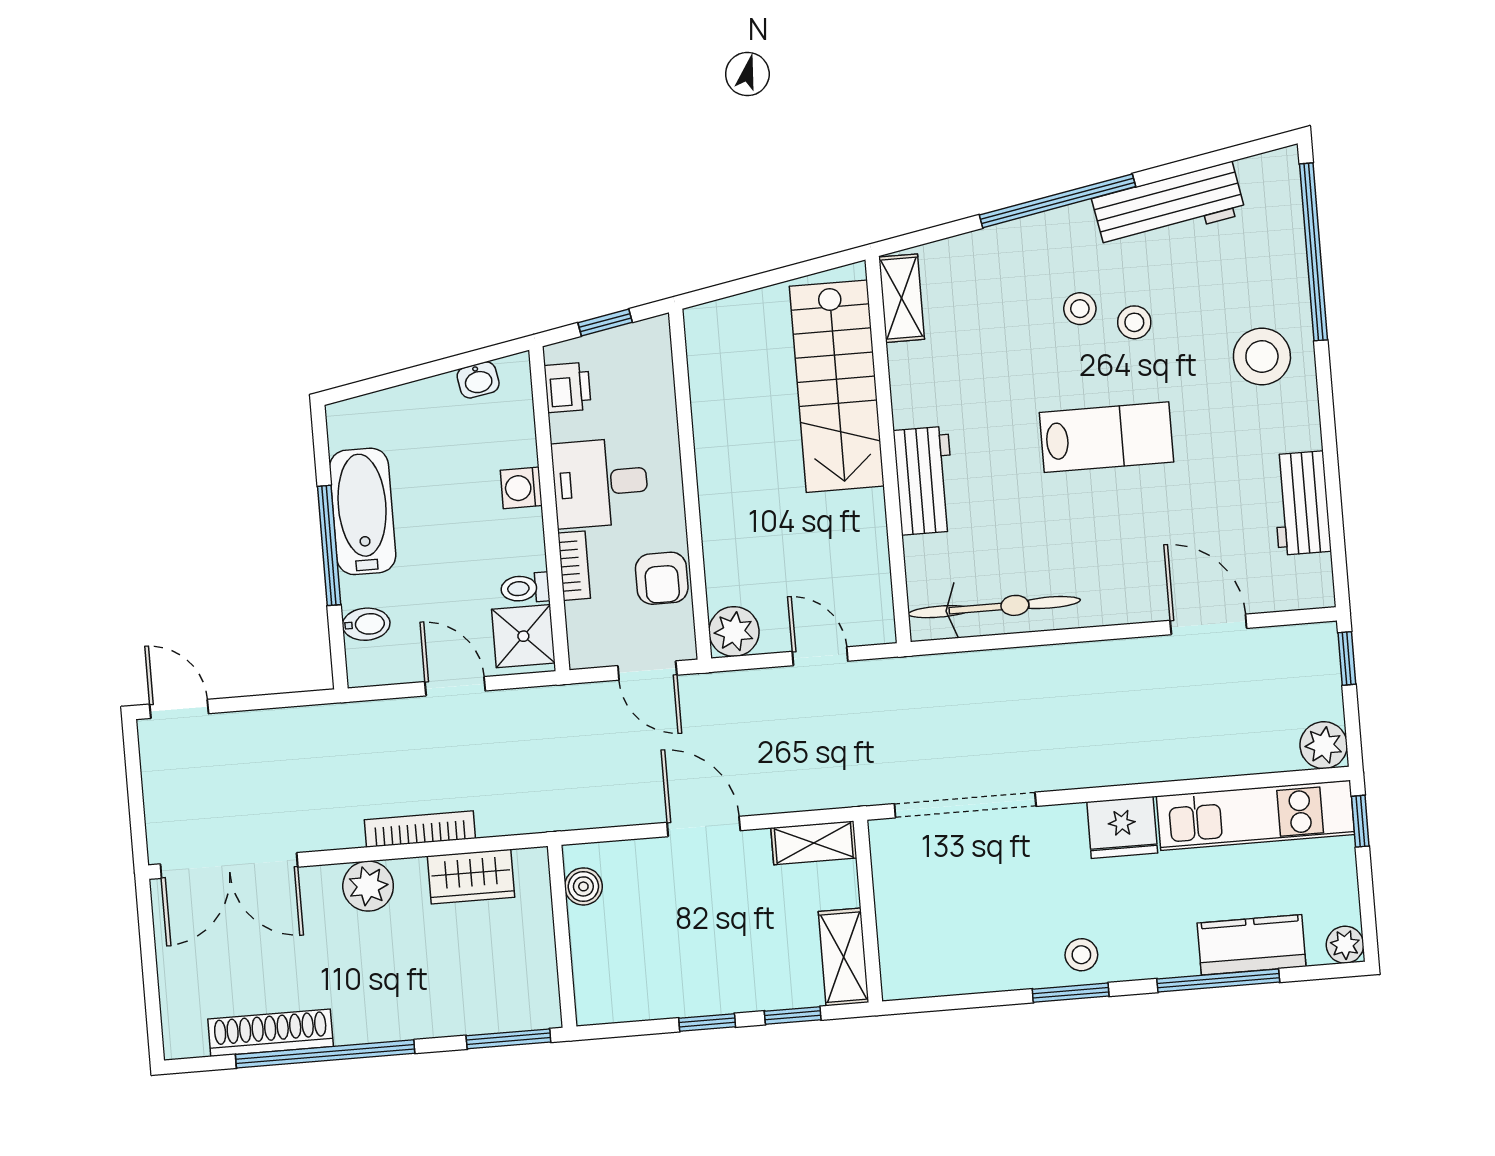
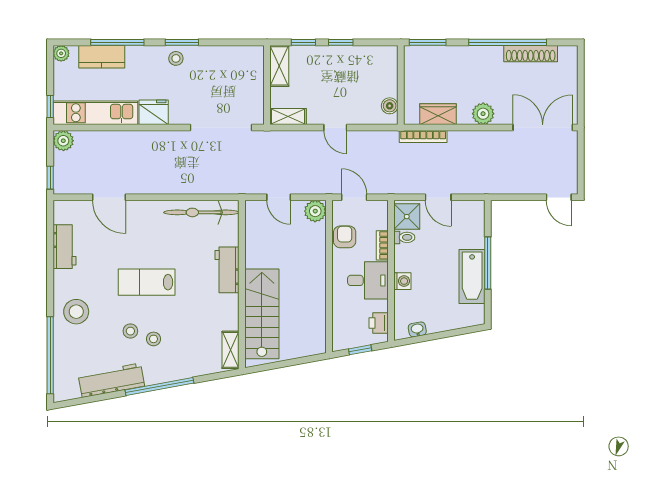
bidet: (366, 624) -> (475, 227), removed
door: (704, 826) -> (335, 128), width x0.73
bookcase: (420, 829) -> (423, 137), moved

